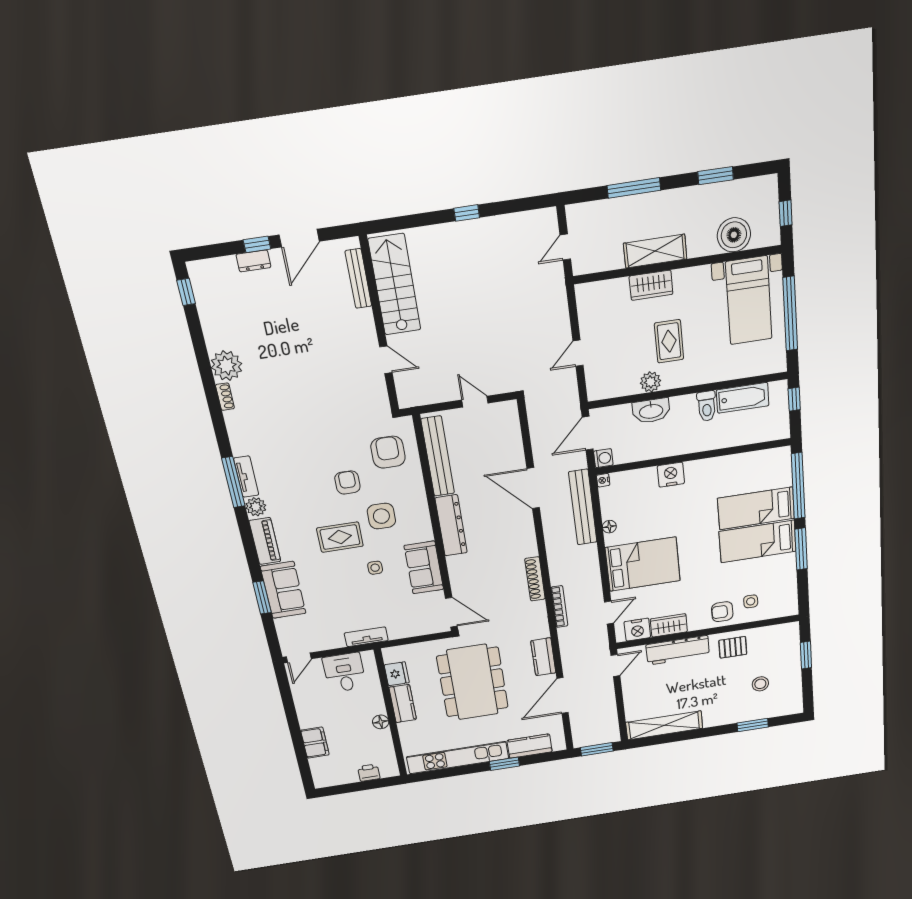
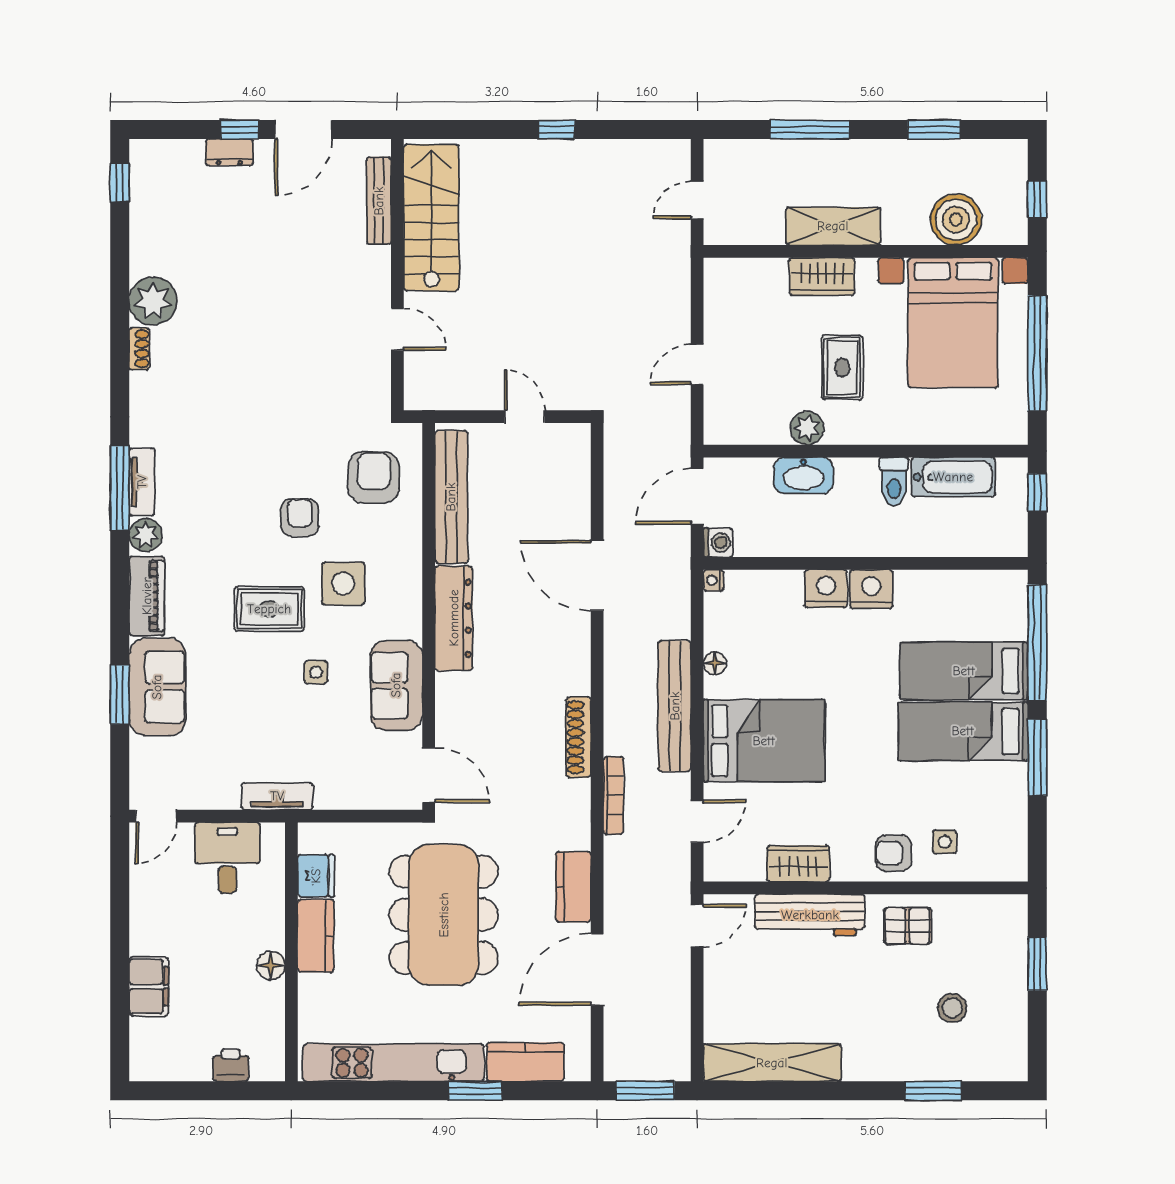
bed with nightstands: (749, 301) -> (953, 323), width x1.36
bench: (583, 507) -> (675, 706), moved
nightstand: (637, 630) -> (871, 589), moved, turned 180

